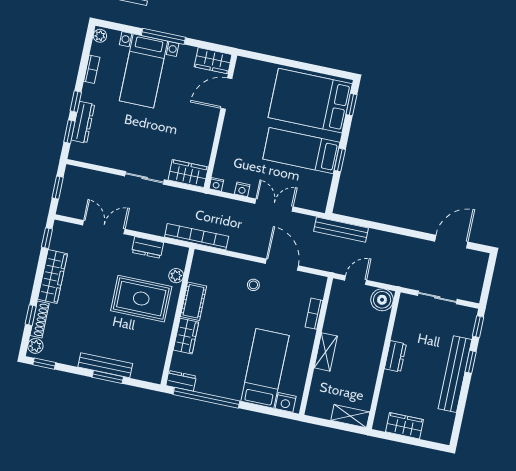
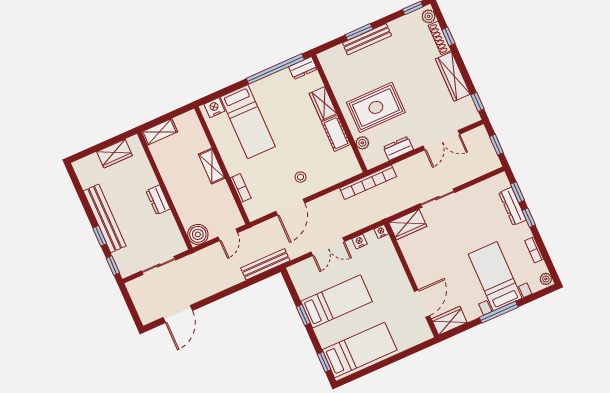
bed: (310, 101) -> (360, 350), width x0.67
door: (282, 265) -> (290, 207), hinge flipped

